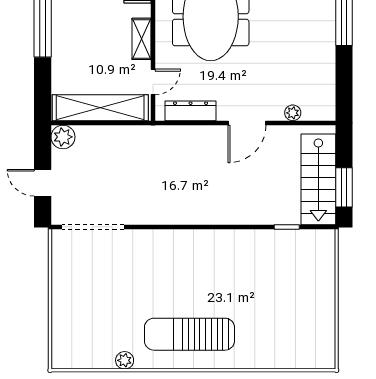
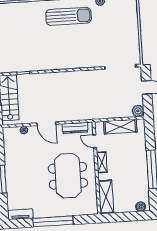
door: (153, 82) -> (95, 141), hinge flipped
shelving: (100, 108) -> (120, 127), width x0.68
door: (247, 123) -> (46, 124), swing flipped

